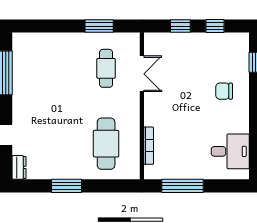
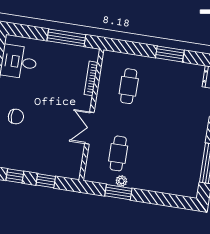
plant: (98, 39) -> (121, 181), added
double door: (142, 74) -> (89, 128), moved
cafe table: (106, 144) -> (129, 86), width x0.73, depth x0.74

